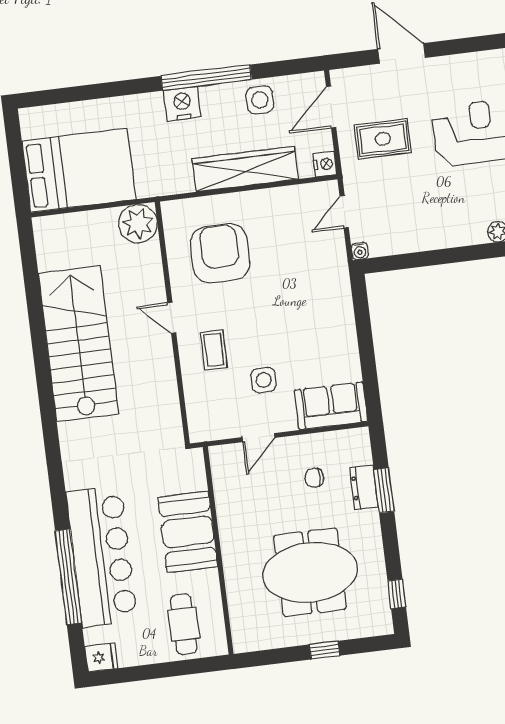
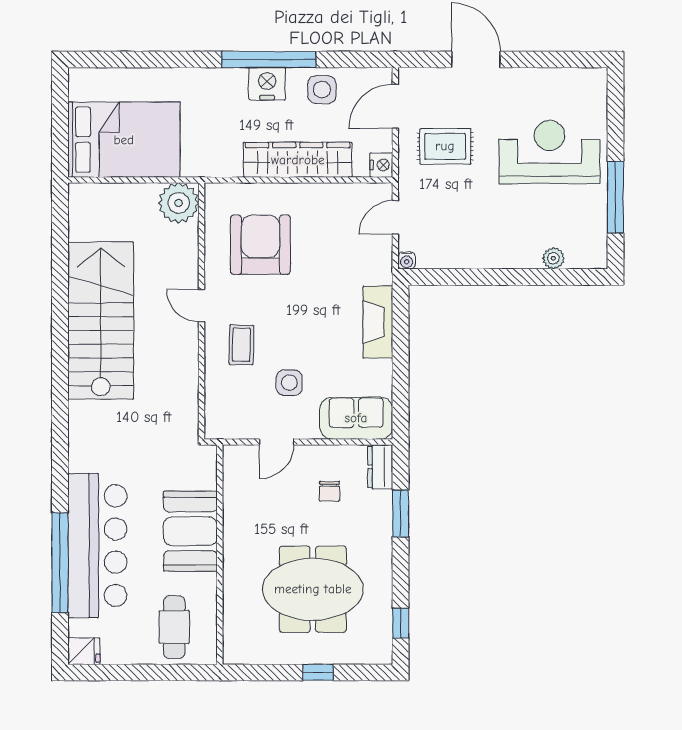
nightstand: (182, 104) -> (267, 84), moved
fireplace: (340, 313) -> (378, 322), added
chair: (314, 478) -> (329, 491), turned -90
dresser: (364, 487) -> (380, 467), moved

